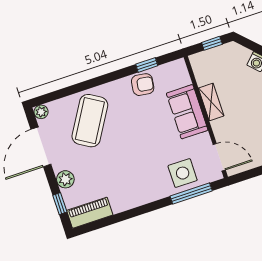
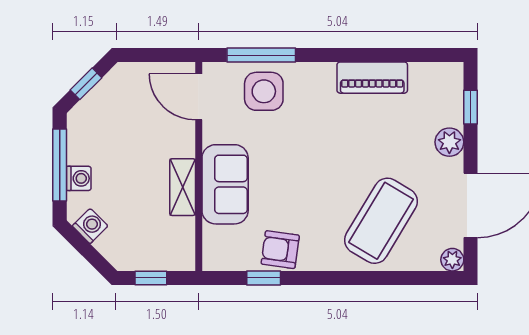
piano: (90, 213) -> (372, 78), moved

